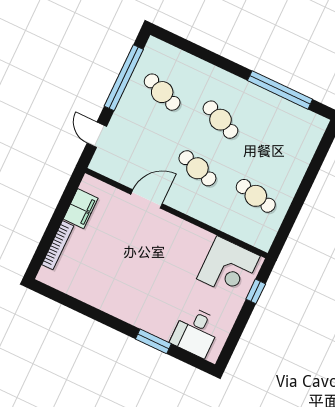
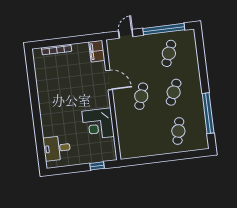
cafe table: (256, 196) -> (178, 131), moved
filing cabinet: (81, 209) -> (97, 51), moved, turned 90
corner desk: (228, 267) -> (98, 124), moved
window: (153, 341) -> (38, 130), removed

